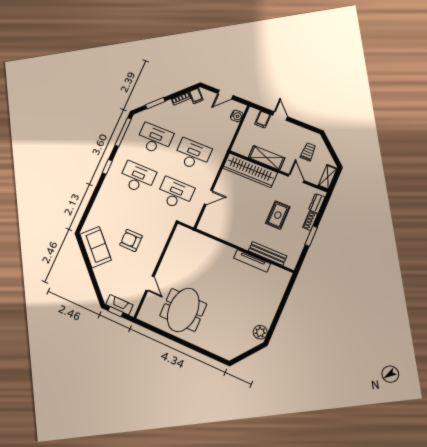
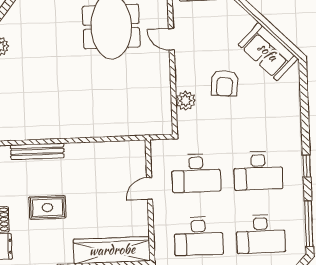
rug: (278, 215) -> (47, 208), turned 90
armchair: (131, 240) -> (225, 83), turned 95
plant: (160, 241) -> (186, 101), added
tv unit: (252, 261) -> (53, 132), removed

